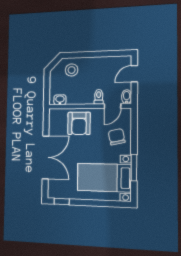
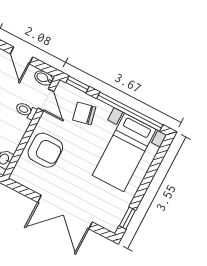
window: (134, 122) -> (78, 84), added
double door: (46, 157) -> (65, 212), swing flipped
window: (134, 168) -> (130, 112), width x2.11

